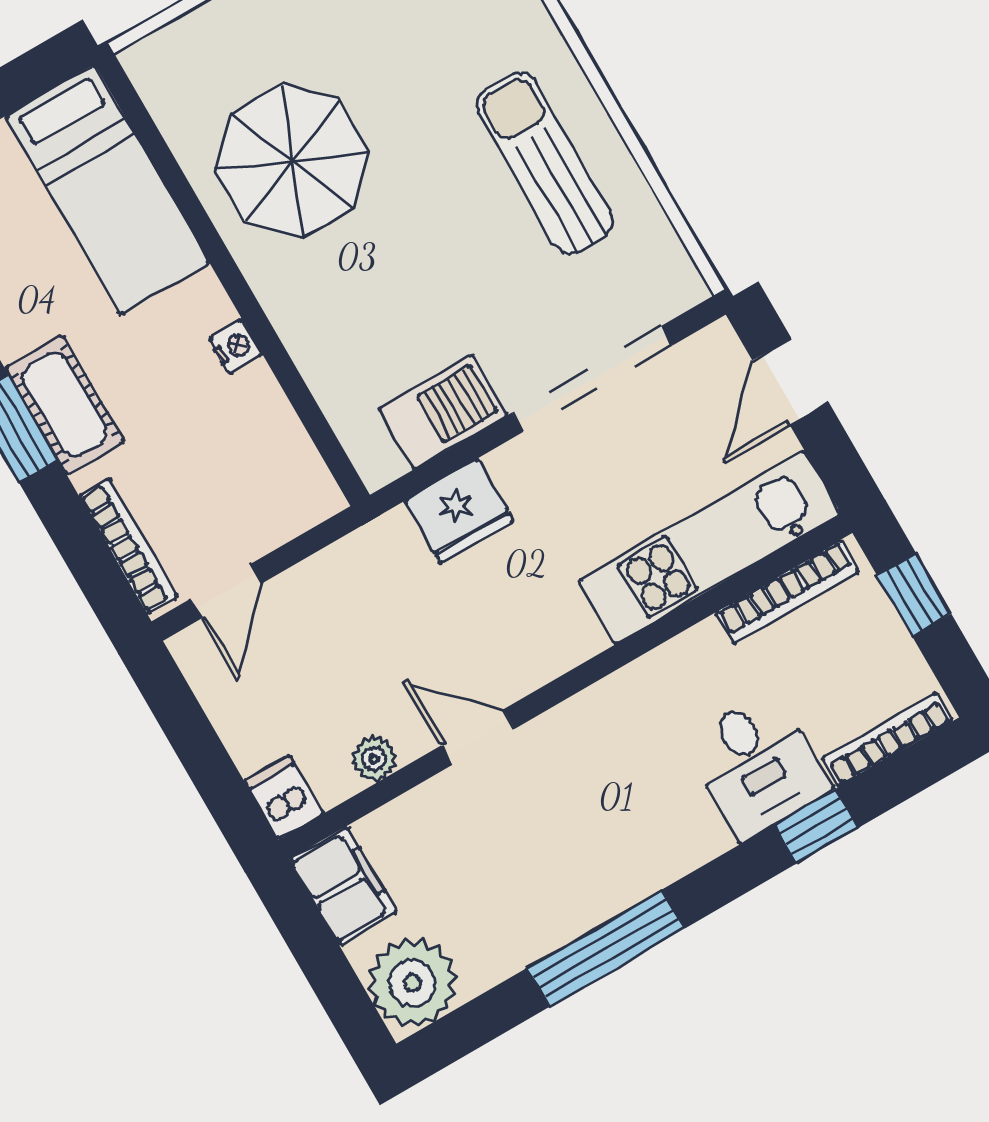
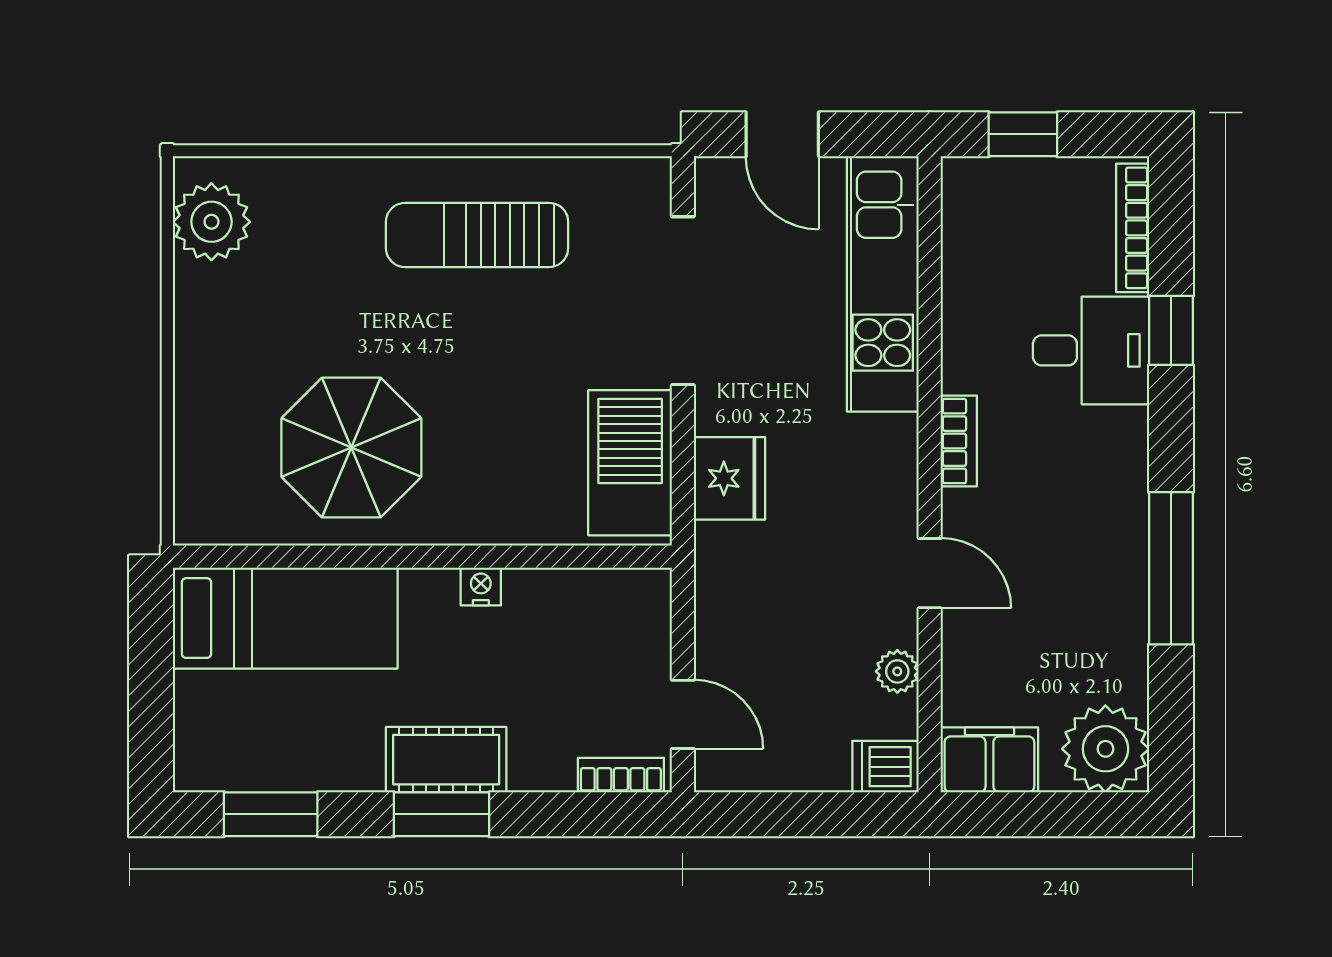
barbecue: (443, 412) -> (630, 463), width x1.37, depth x1.21
bookcase: (128, 546) -> (621, 775), width x0.64
bookcase: (787, 592) -> (959, 441), moved, width x0.64
door: (478, 737) -> (930, 573), swing flipped

